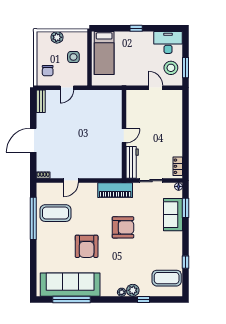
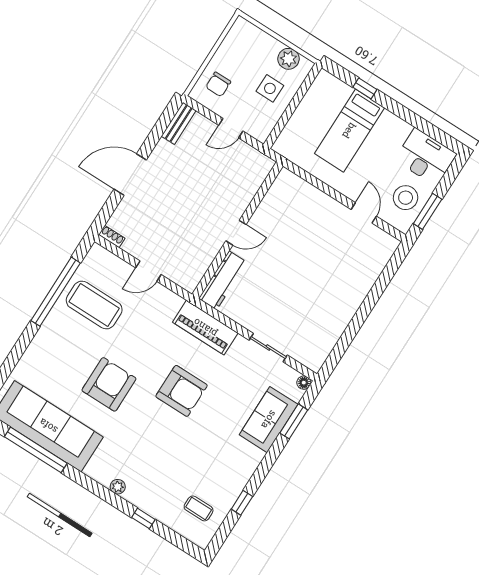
window: (136, 28) -> (365, 88), moved
plant: (57, 37) -> (289, 59), moved
bed: (104, 53) -> (349, 131), moved
wall: (124, 134) -> (238, 230), moved
door: (124, 136) -> (236, 233), moved
workbench: (132, 162) -> (223, 280), moved
locker: (178, 166) -> (322, 351), removed
armchair: (87, 246) -> (109, 384), turned 180
coffee table: (167, 278) -> (199, 508), width x0.54, depth x0.58
plant: (133, 290) -> (136, 494), removed

